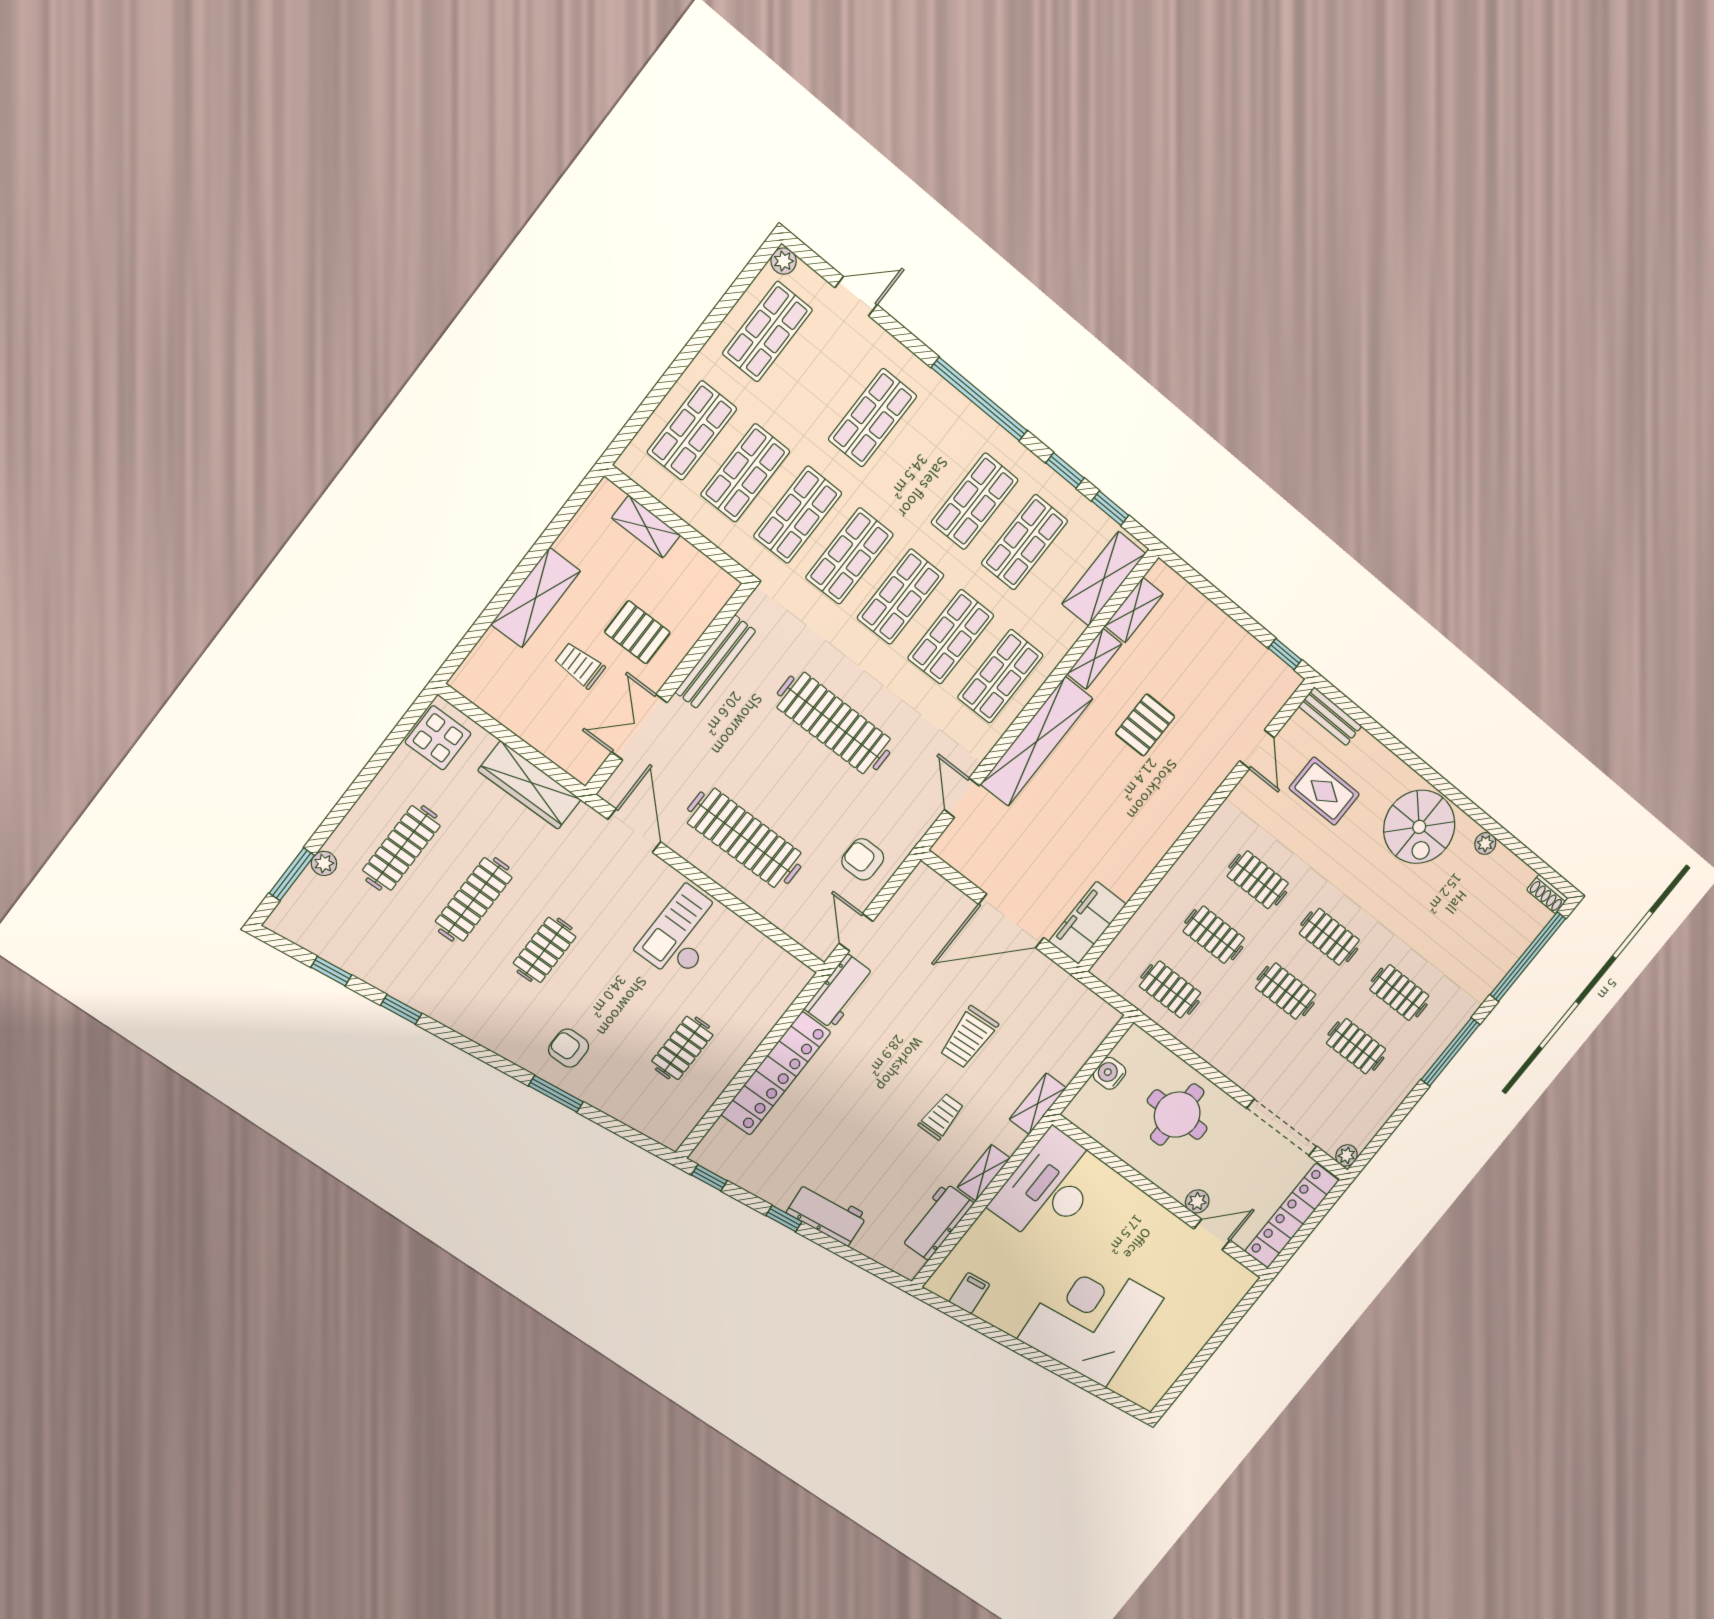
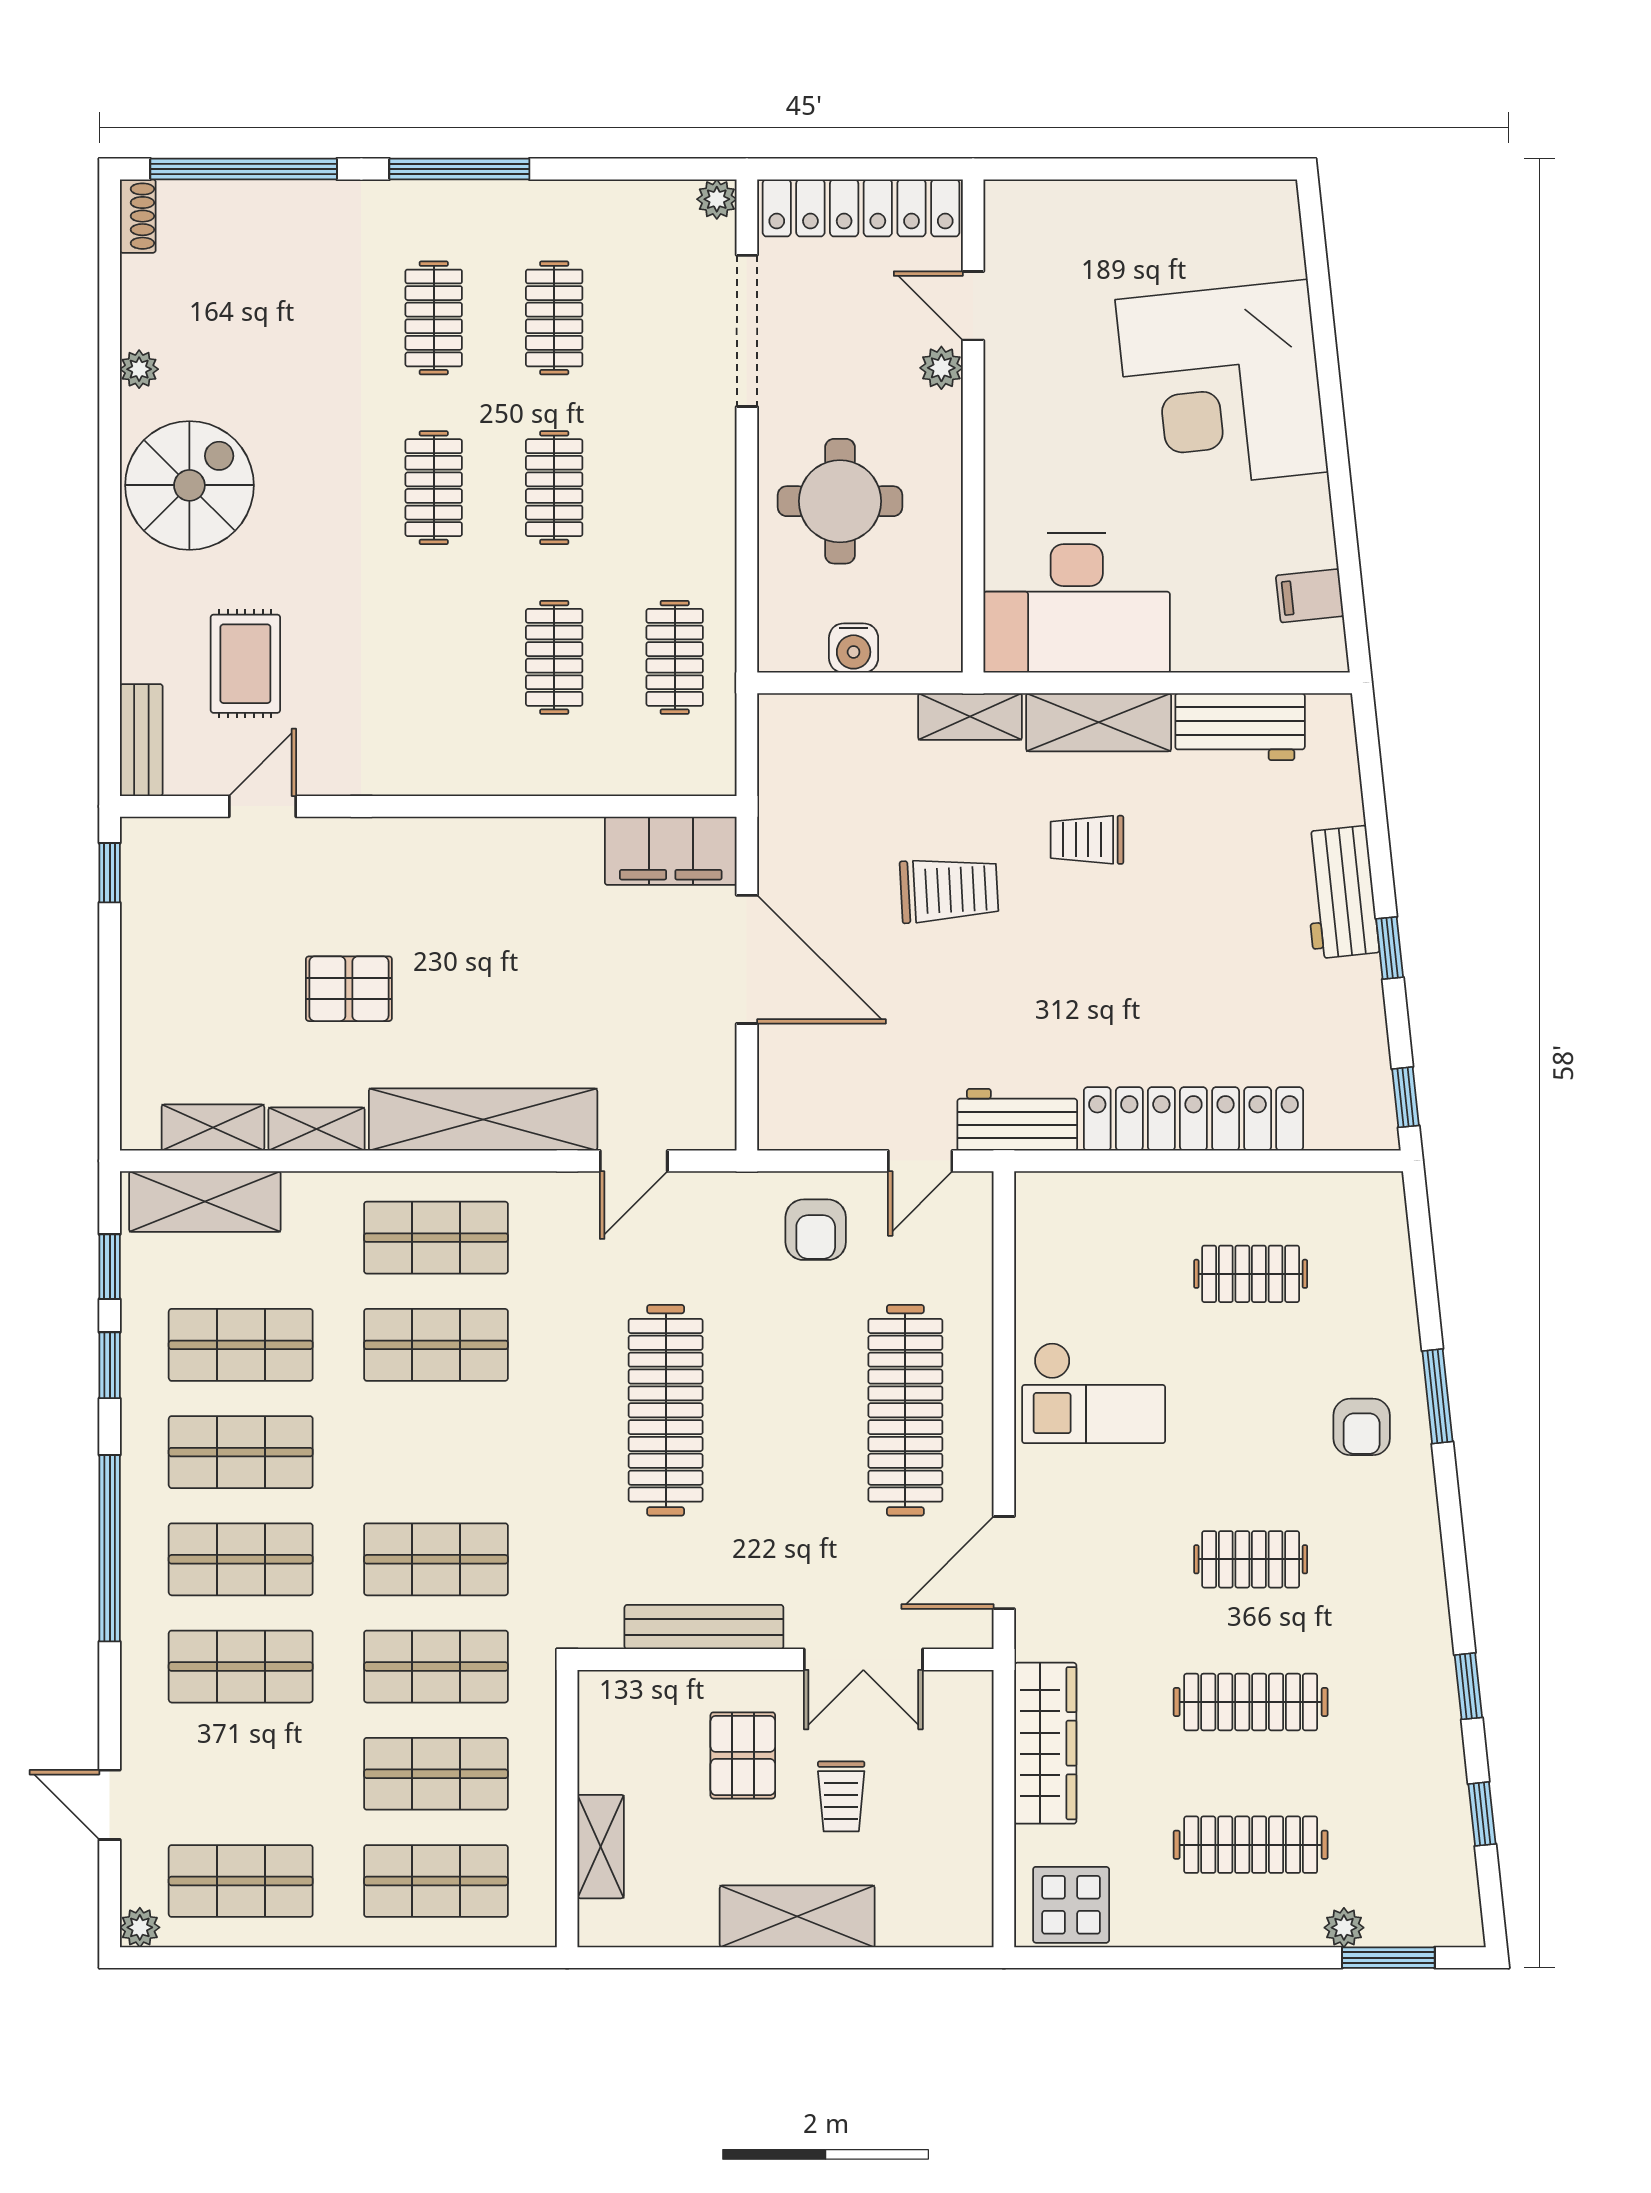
shop shelf: (900, 597) -> (241, 1559), moved
clothes rail: (1258, 880) -> (434, 657), removed
shelving: (984, 1173) -> (1099, 722), width x1.50, depth x1.33

